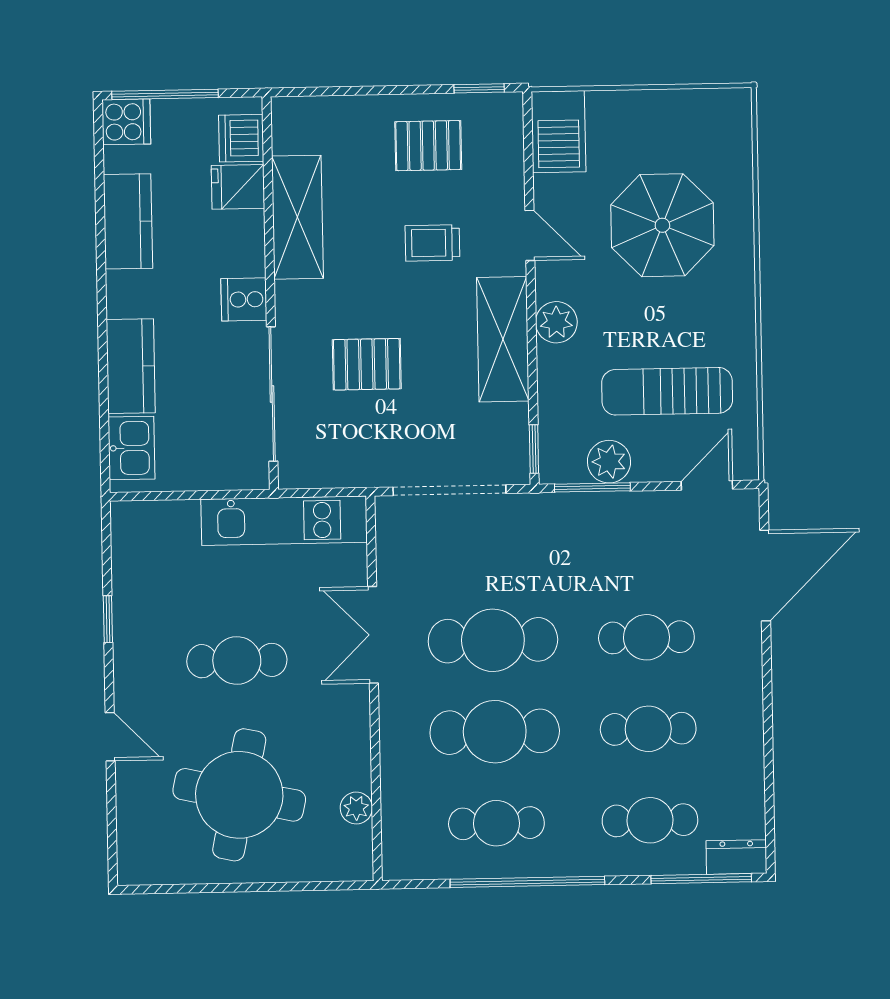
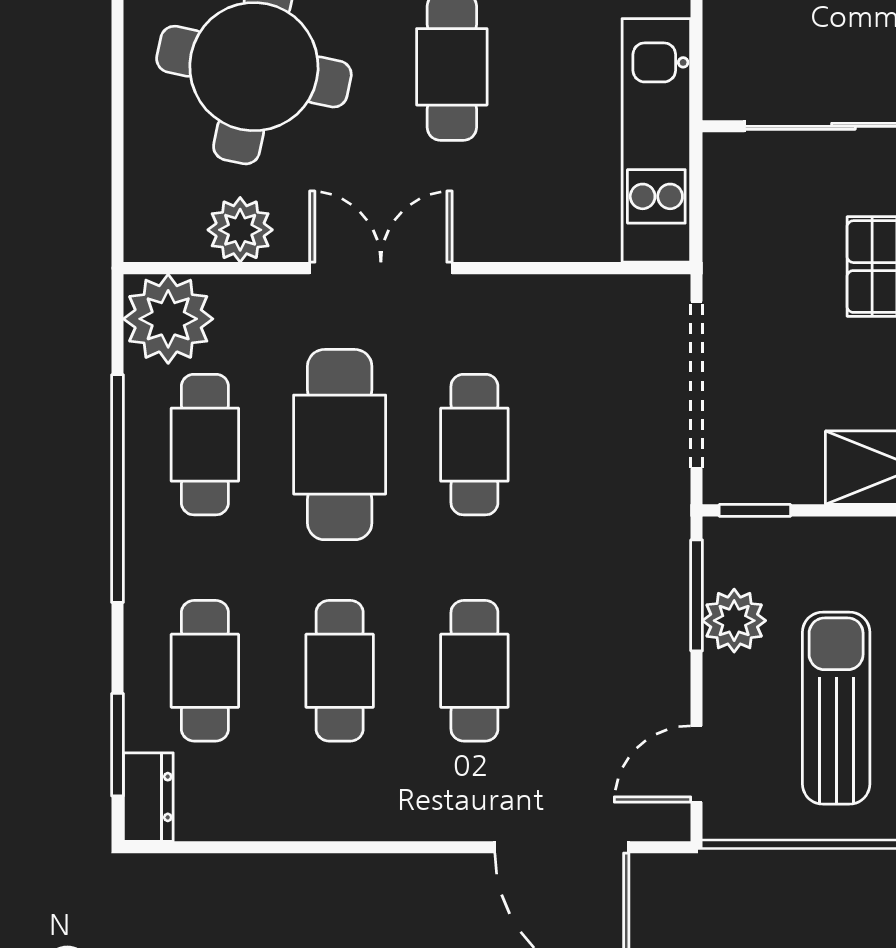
door: (707, 485) -> (697, 764), swing flipped
double door: (373, 635) -> (381, 268), moved
cafe table: (493, 640) -> (474, 445), width x0.73, depth x0.74
plant: (356, 808) -> (240, 230), width x1.38, depth x1.38
plant: (412, 850) -> (168, 319), added
window: (701, 879) -> (117, 745), width x0.69

